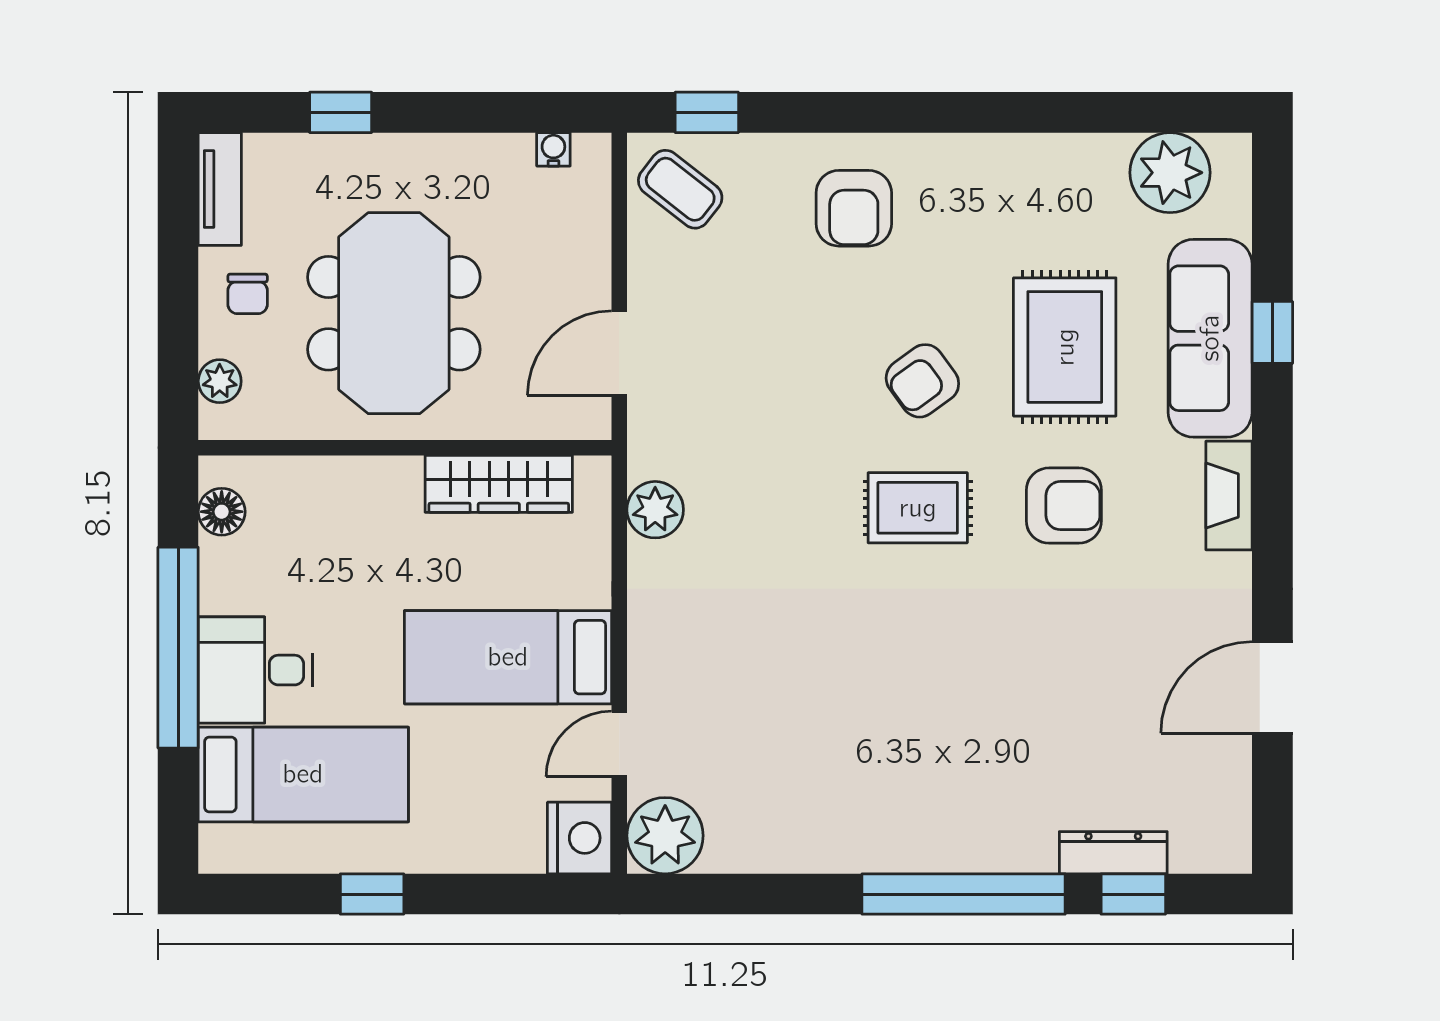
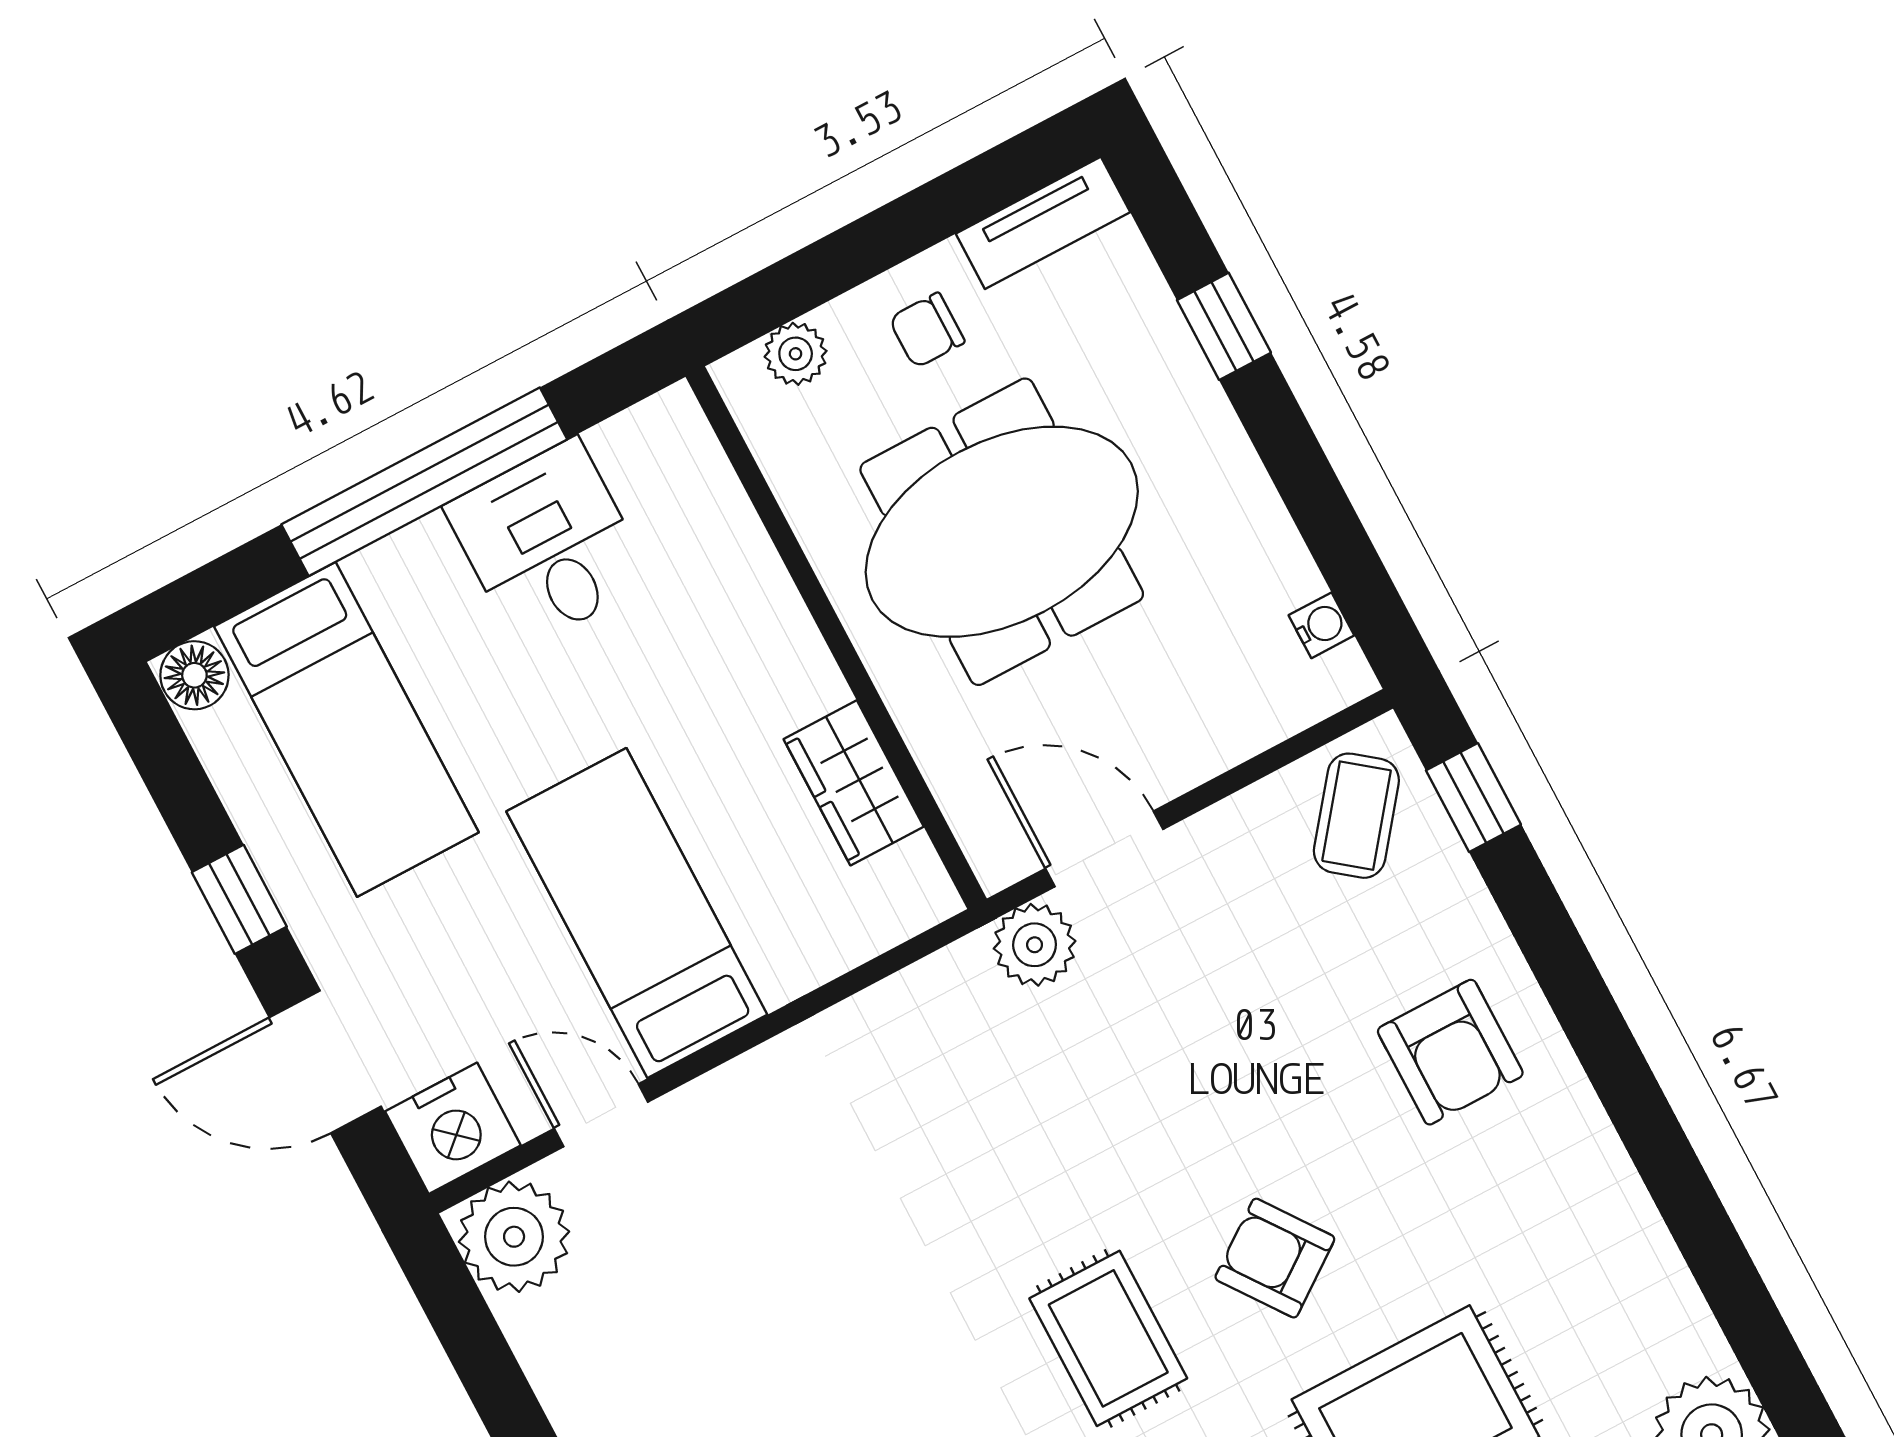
armchair: (854, 208) -> (1450, 1052), turned -90
wardrobe: (499, 484) -> (854, 783), width x0.67
plant: (655, 510) -> (1035, 945), moved
floor lamp: (222, 512) -> (194, 675), moved
desk: (256, 670) -> (548, 544), moved
door: (498, 894) -> (325, 1062), added

